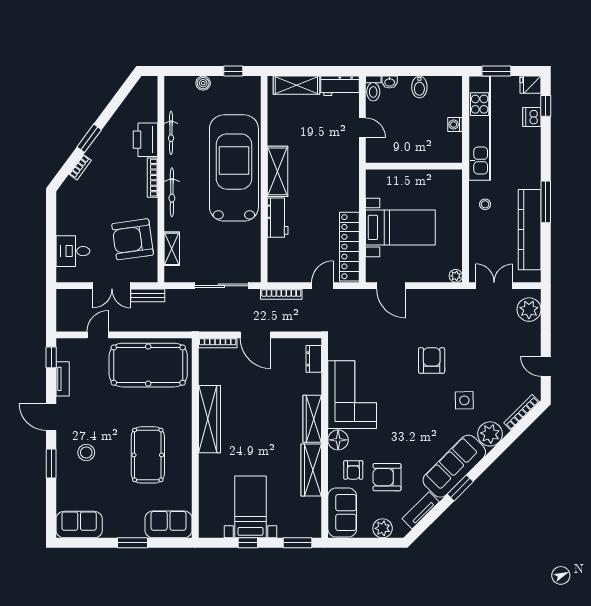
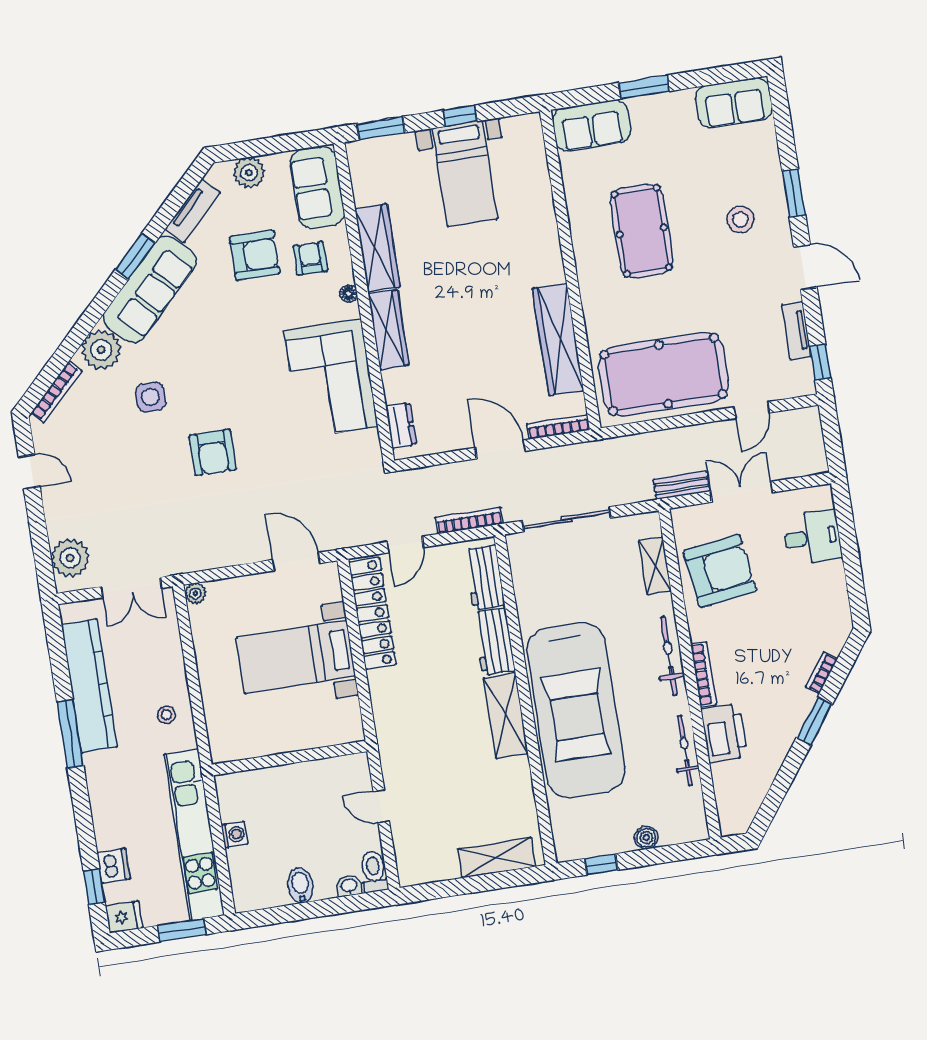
workbench: (340, 86) -> (485, 578), moved, turned -90
wardrobe: (209, 419) -> (558, 339), moved
floor lamp: (338, 440) -> (348, 294), width x0.53, depth x0.53

